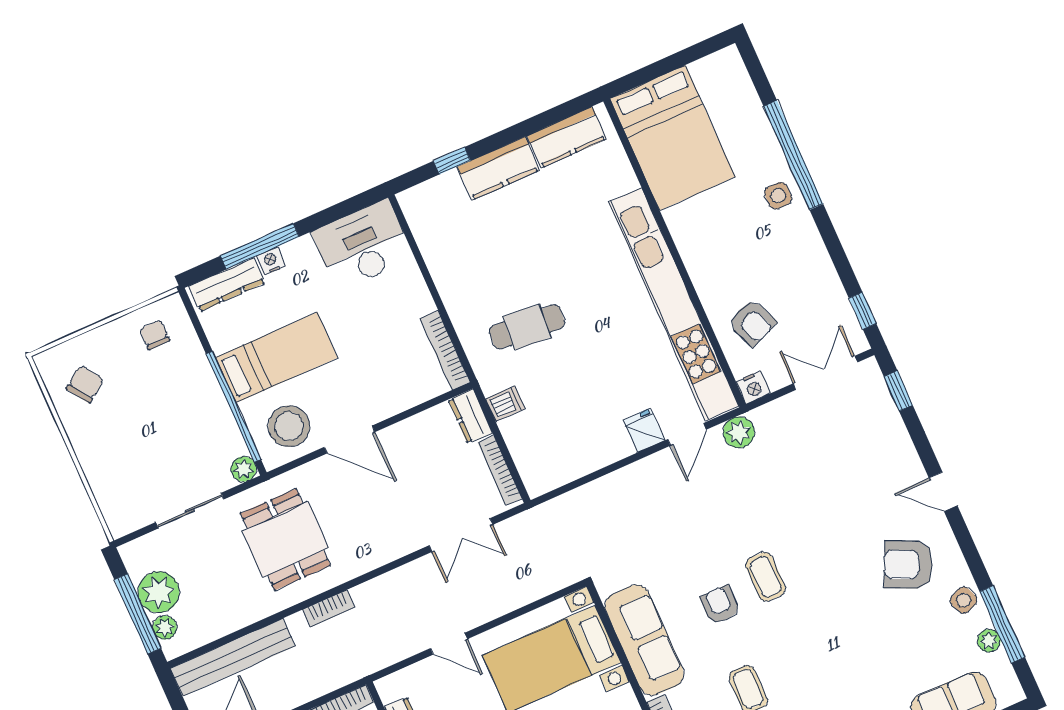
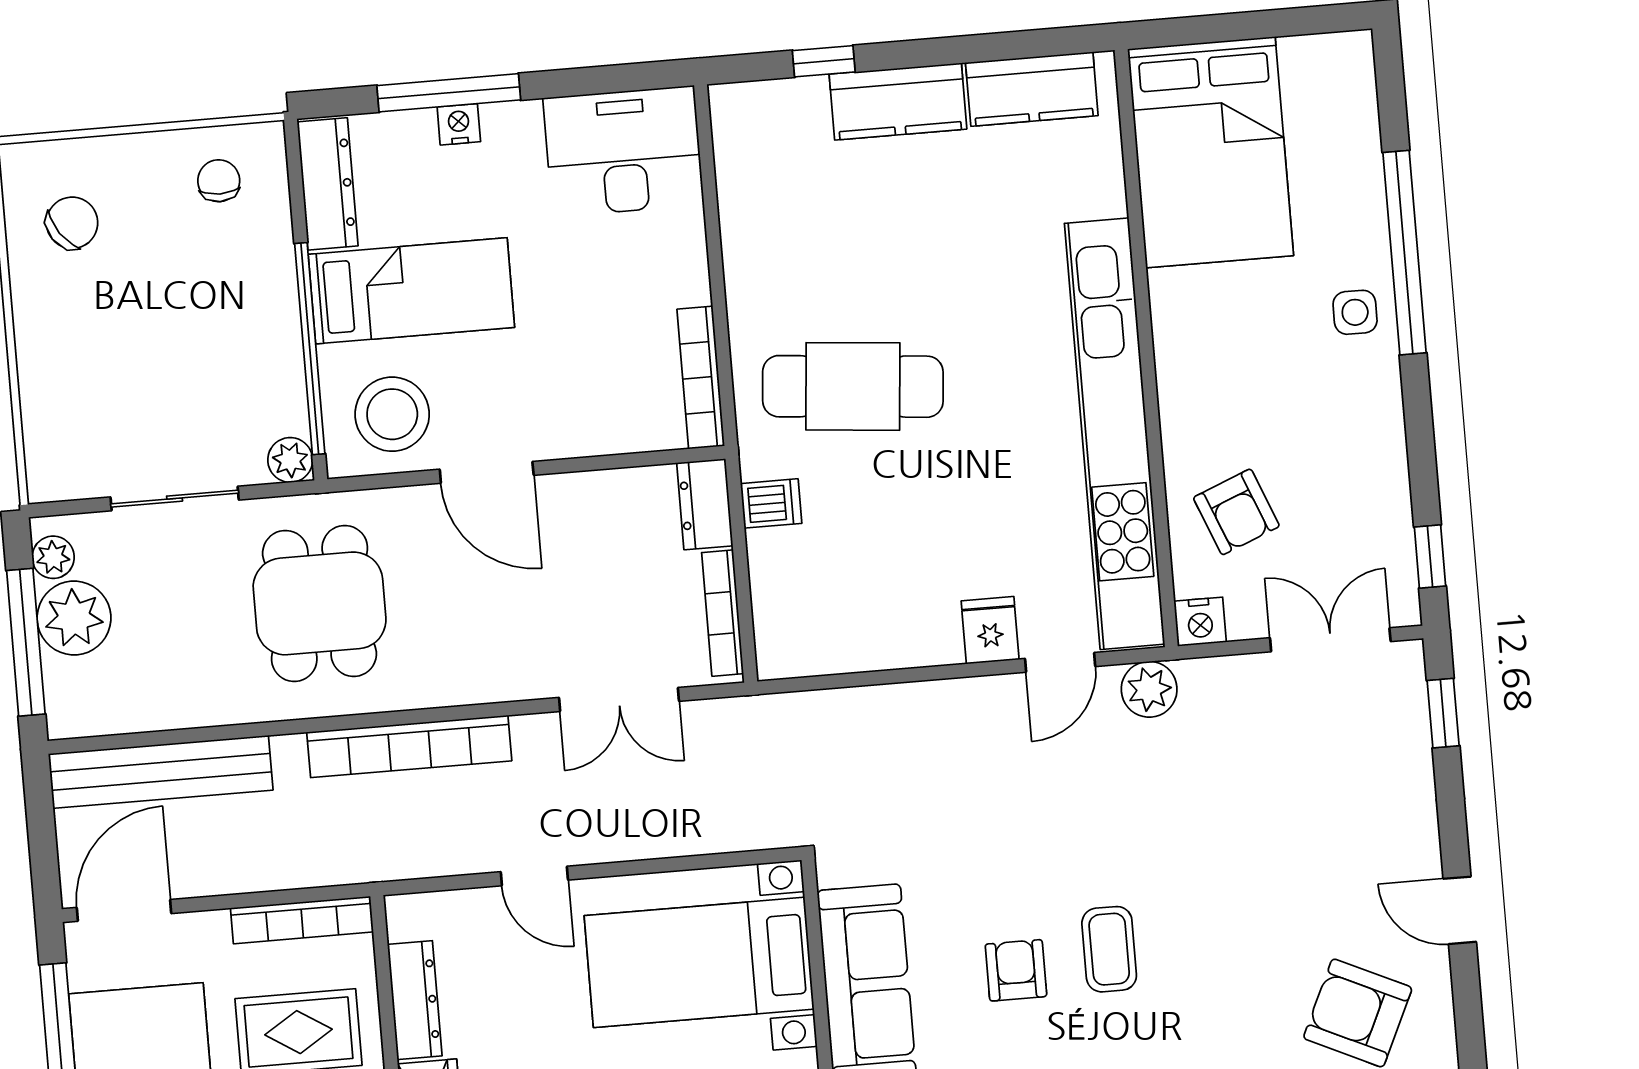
dresser: (227, 284) -> (328, 184), moved, turned -90
cafe table: (527, 327) -> (853, 386), width x1.37, depth x1.35
bookcase: (329, 609) -> (409, 746), width x2.31, depth x1.31
plant: (165, 628) -> (53, 557), moved

